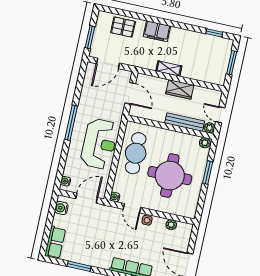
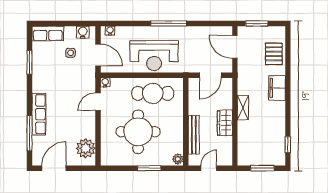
plant: (209, 128) -> (194, 160), removed
side table: (147, 220) -> (71, 53), moved
plant: (171, 225) -> (86, 148), width x1.87, depth x1.87

